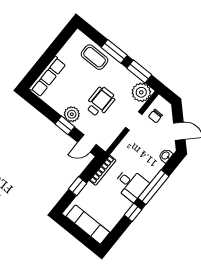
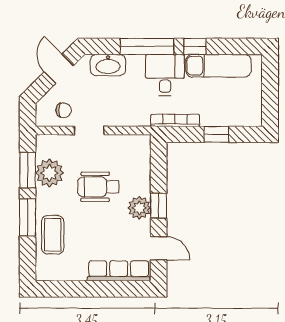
plant: (141, 92) -> (50, 173), moved
door: (87, 143) -> (159, 248), moved
washbasin: (166, 156) -> (108, 65), width x1.91, depth x1.45
exam couch: (88, 224) -> (218, 66), moved, turned -90

